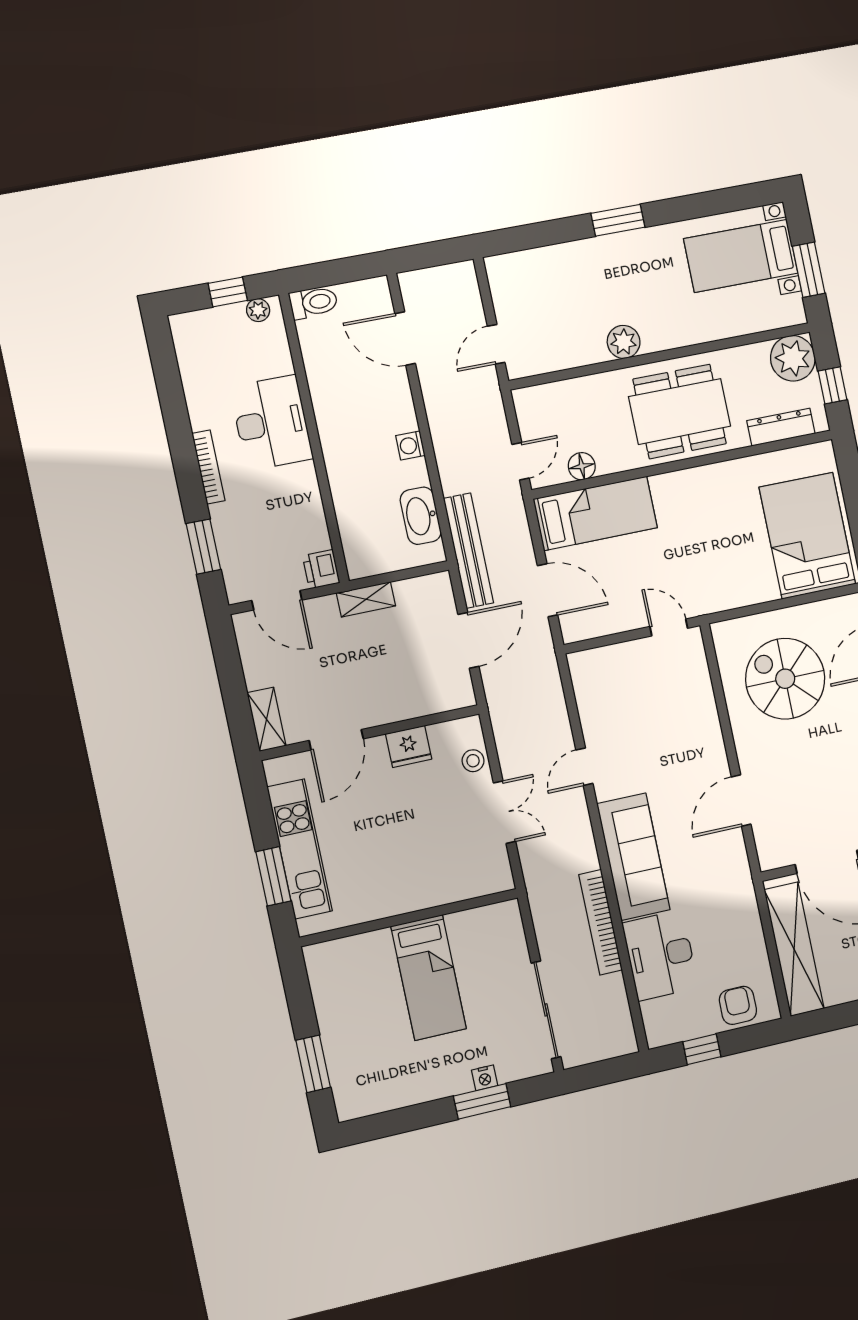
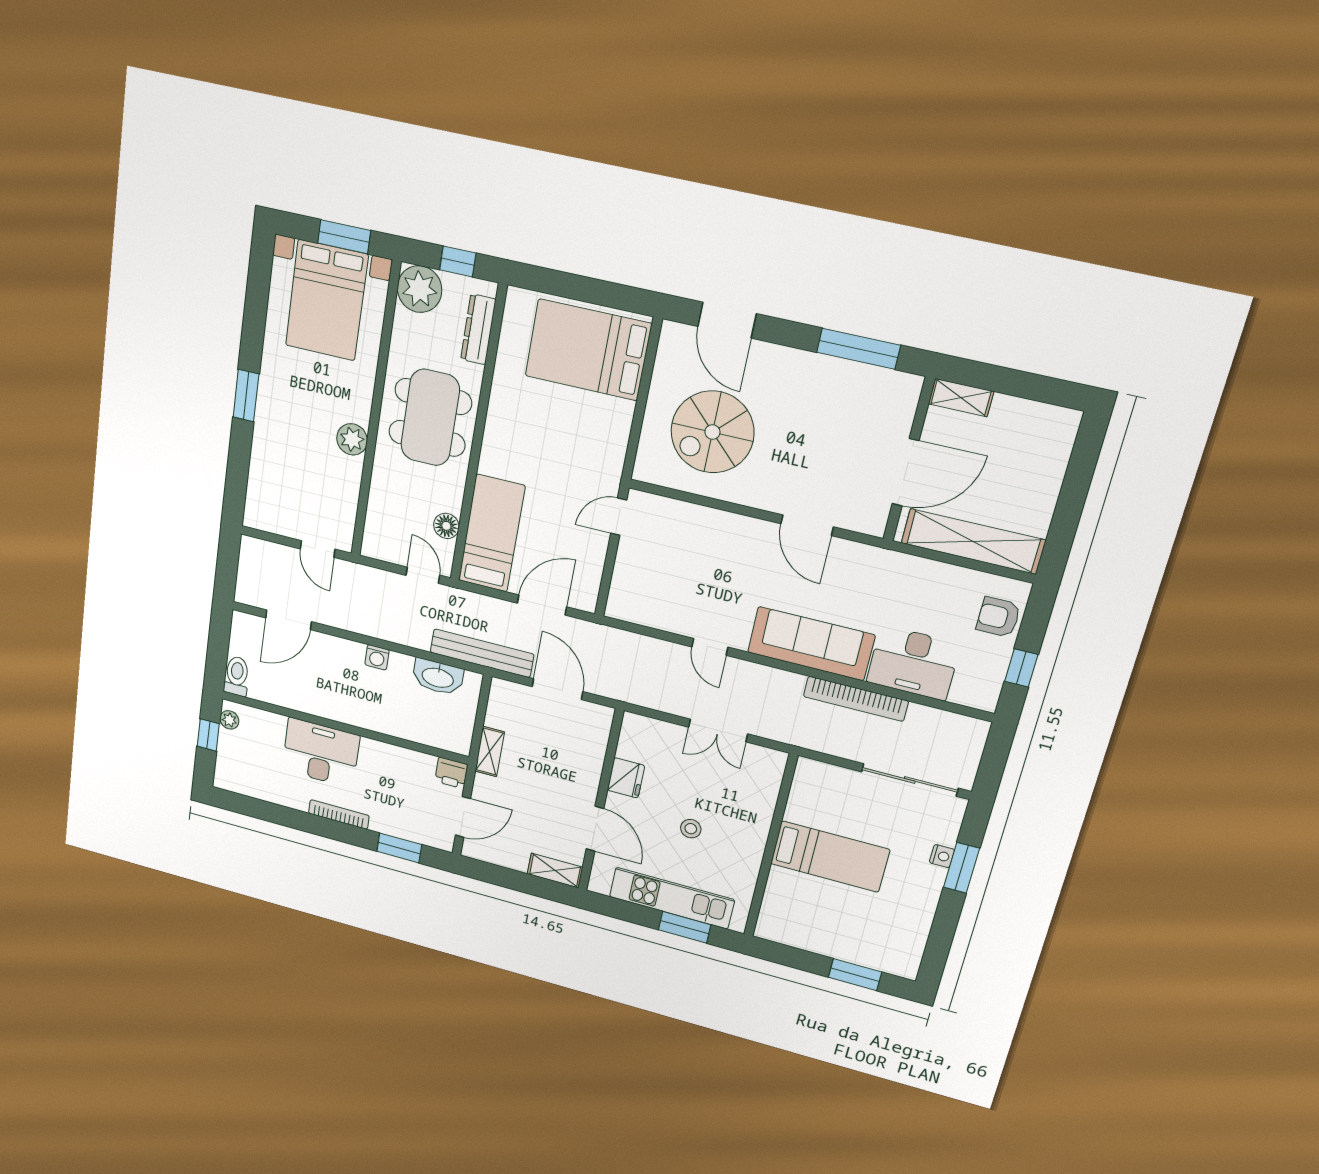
bed with nightstands: (741, 256) -> (327, 300), width x1.36
stool: (473, 761) -> (691, 829), moved
double door: (505, 812) -> (718, 730), swing flipped

